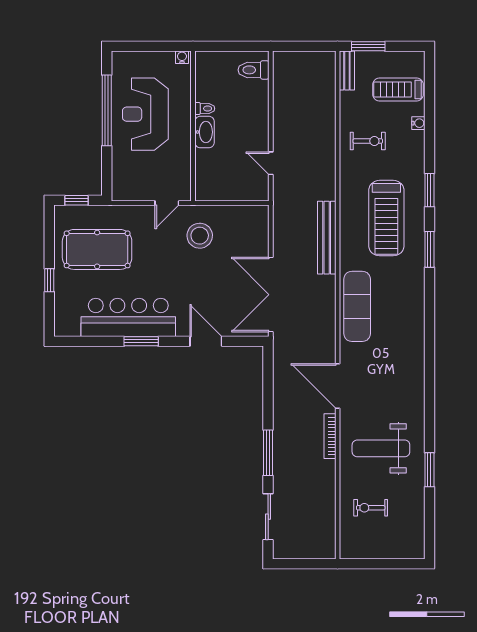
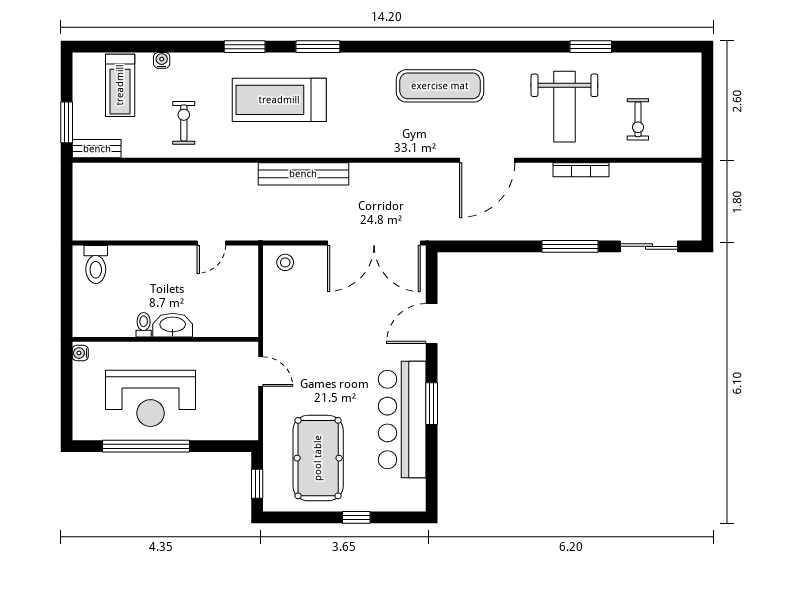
treadmill: (386, 218) -> (279, 100), turned 180
stool: (200, 236) -> (285, 262), moved, width x0.53, depth x0.53
exercise mat: (357, 306) -> (440, 86), moved
bookcase: (330, 436) -> (581, 170), moved

